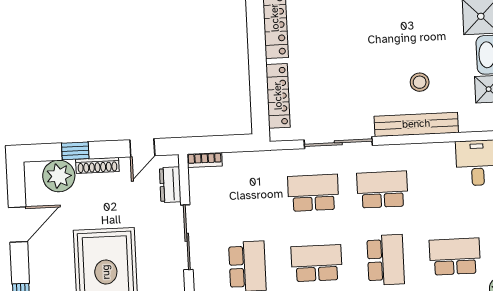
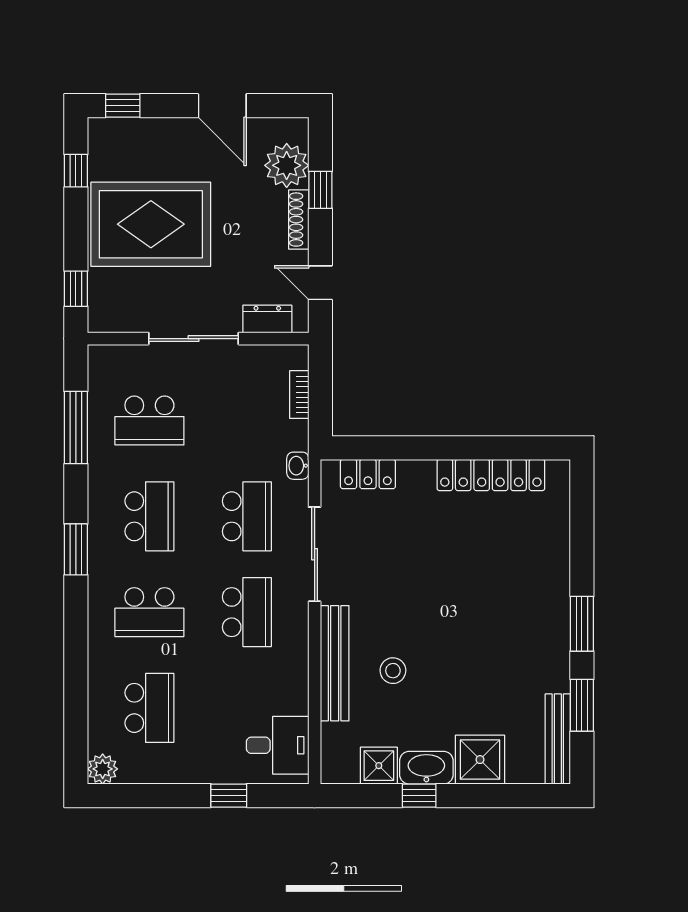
locker: (278, 96) -> (368, 474), width x0.66
washbasin: (275, 158) -> (298, 466), added
bookcase: (205, 160) -> (299, 395), moved

